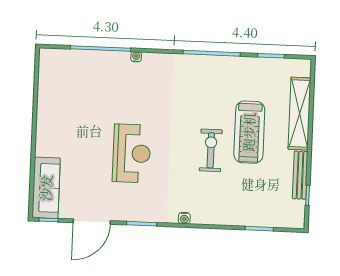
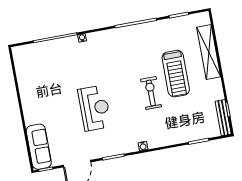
bench: (300, 175) -> (223, 118), moved

